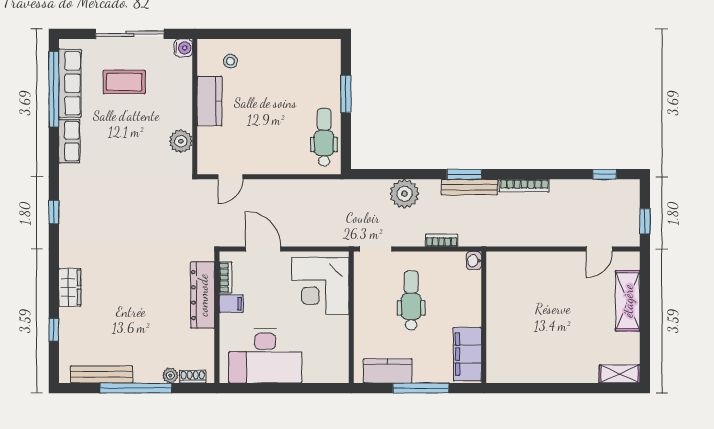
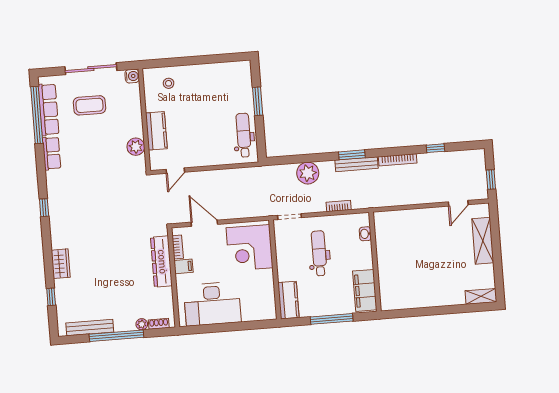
kitchen counter: (210, 101) -> (156, 131), moved
window: (605, 174) -> (435, 148), moved
washbasin: (474, 261) -> (365, 234), moved
kitchen counter: (388, 371) -> (288, 300), moved, turned 90

